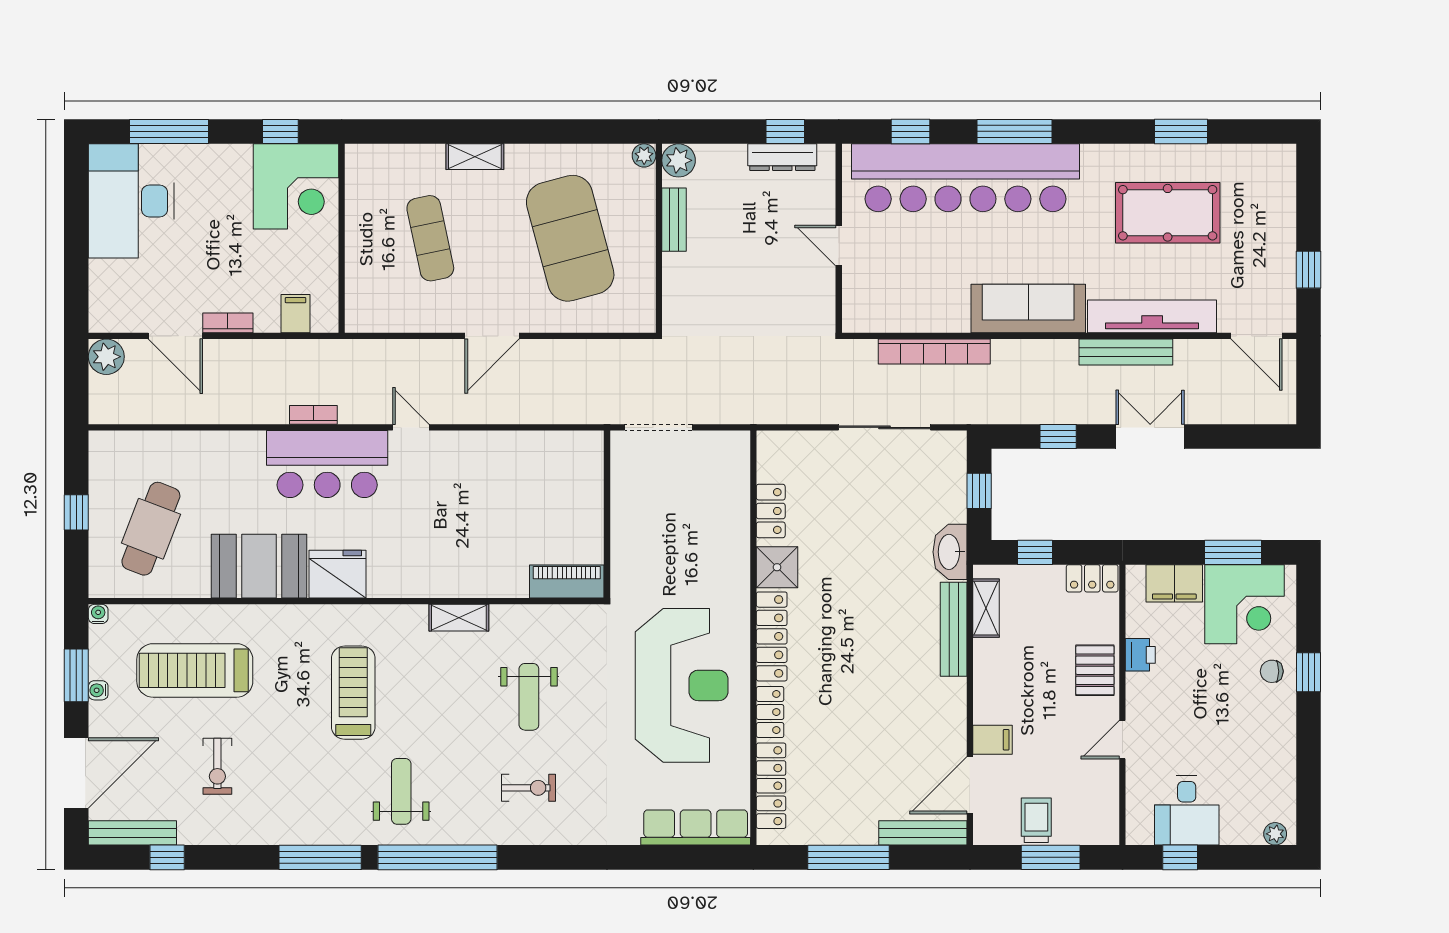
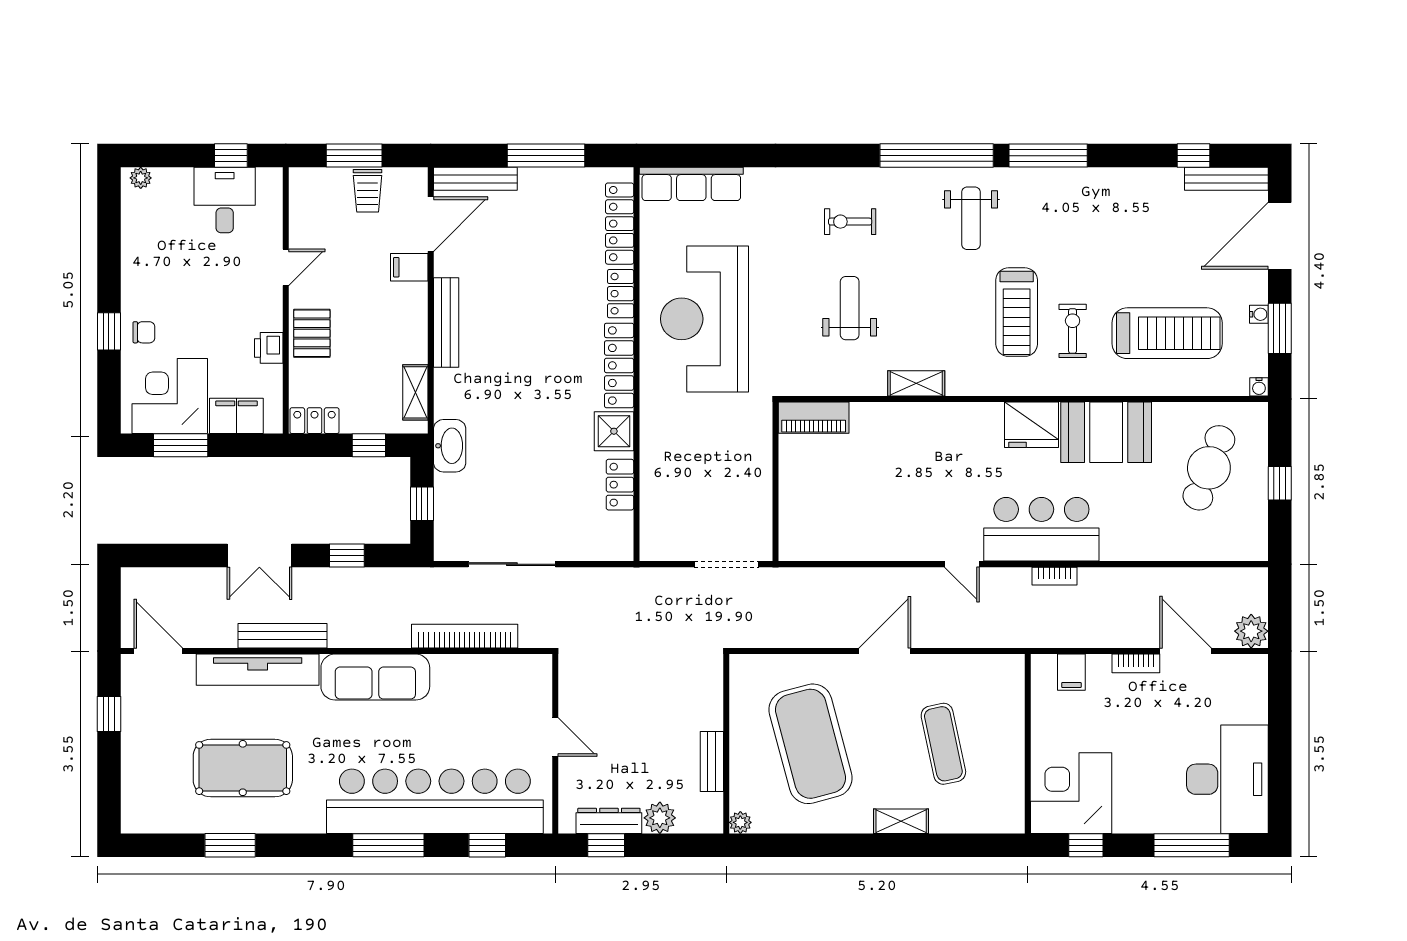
plant: (679, 160) -> (660, 818), moved
bench: (954, 629) -> (446, 322), moved
exercise bike: (217, 766) -> (1073, 331), moved

